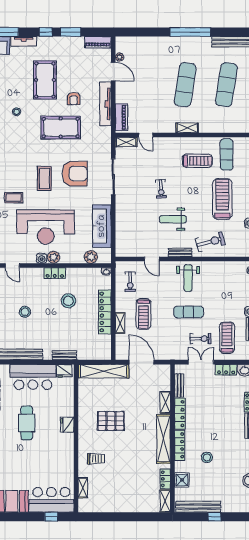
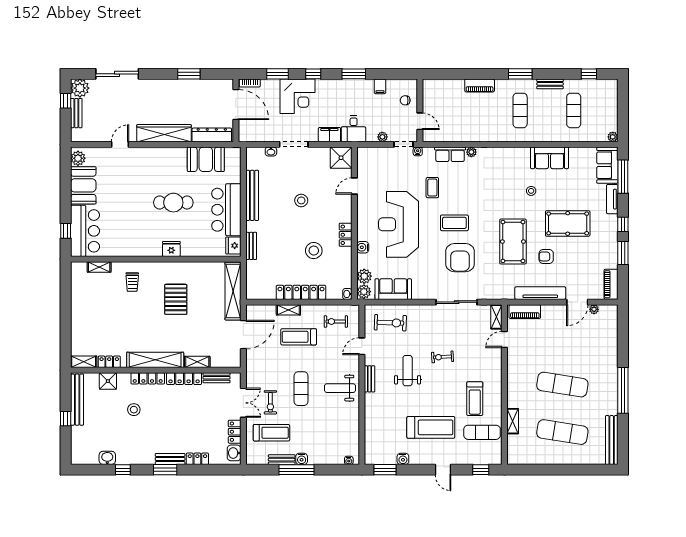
shelving: (187, 128) -> (513, 421), moved
sofa: (102, 226) -> (393, 289), width x0.73
exercise bike: (210, 242) -> (390, 323), moved, turned -73
plant: (54, 257) -> (364, 292), moved
water cooler: (42, 258) -> (363, 247), moved

